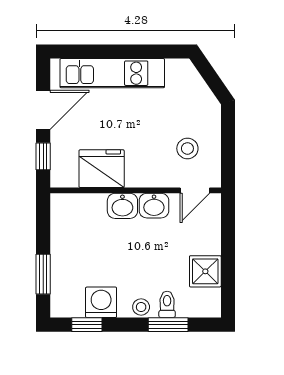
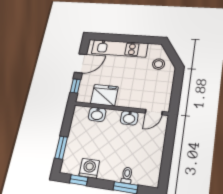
stool: (187, 148) -> (159, 64), moved
washbasin: (122, 206) -> (97, 114), moved
shower: (205, 271) -> (153, 159), removed
stool: (141, 307) -> (111, 174), removed

